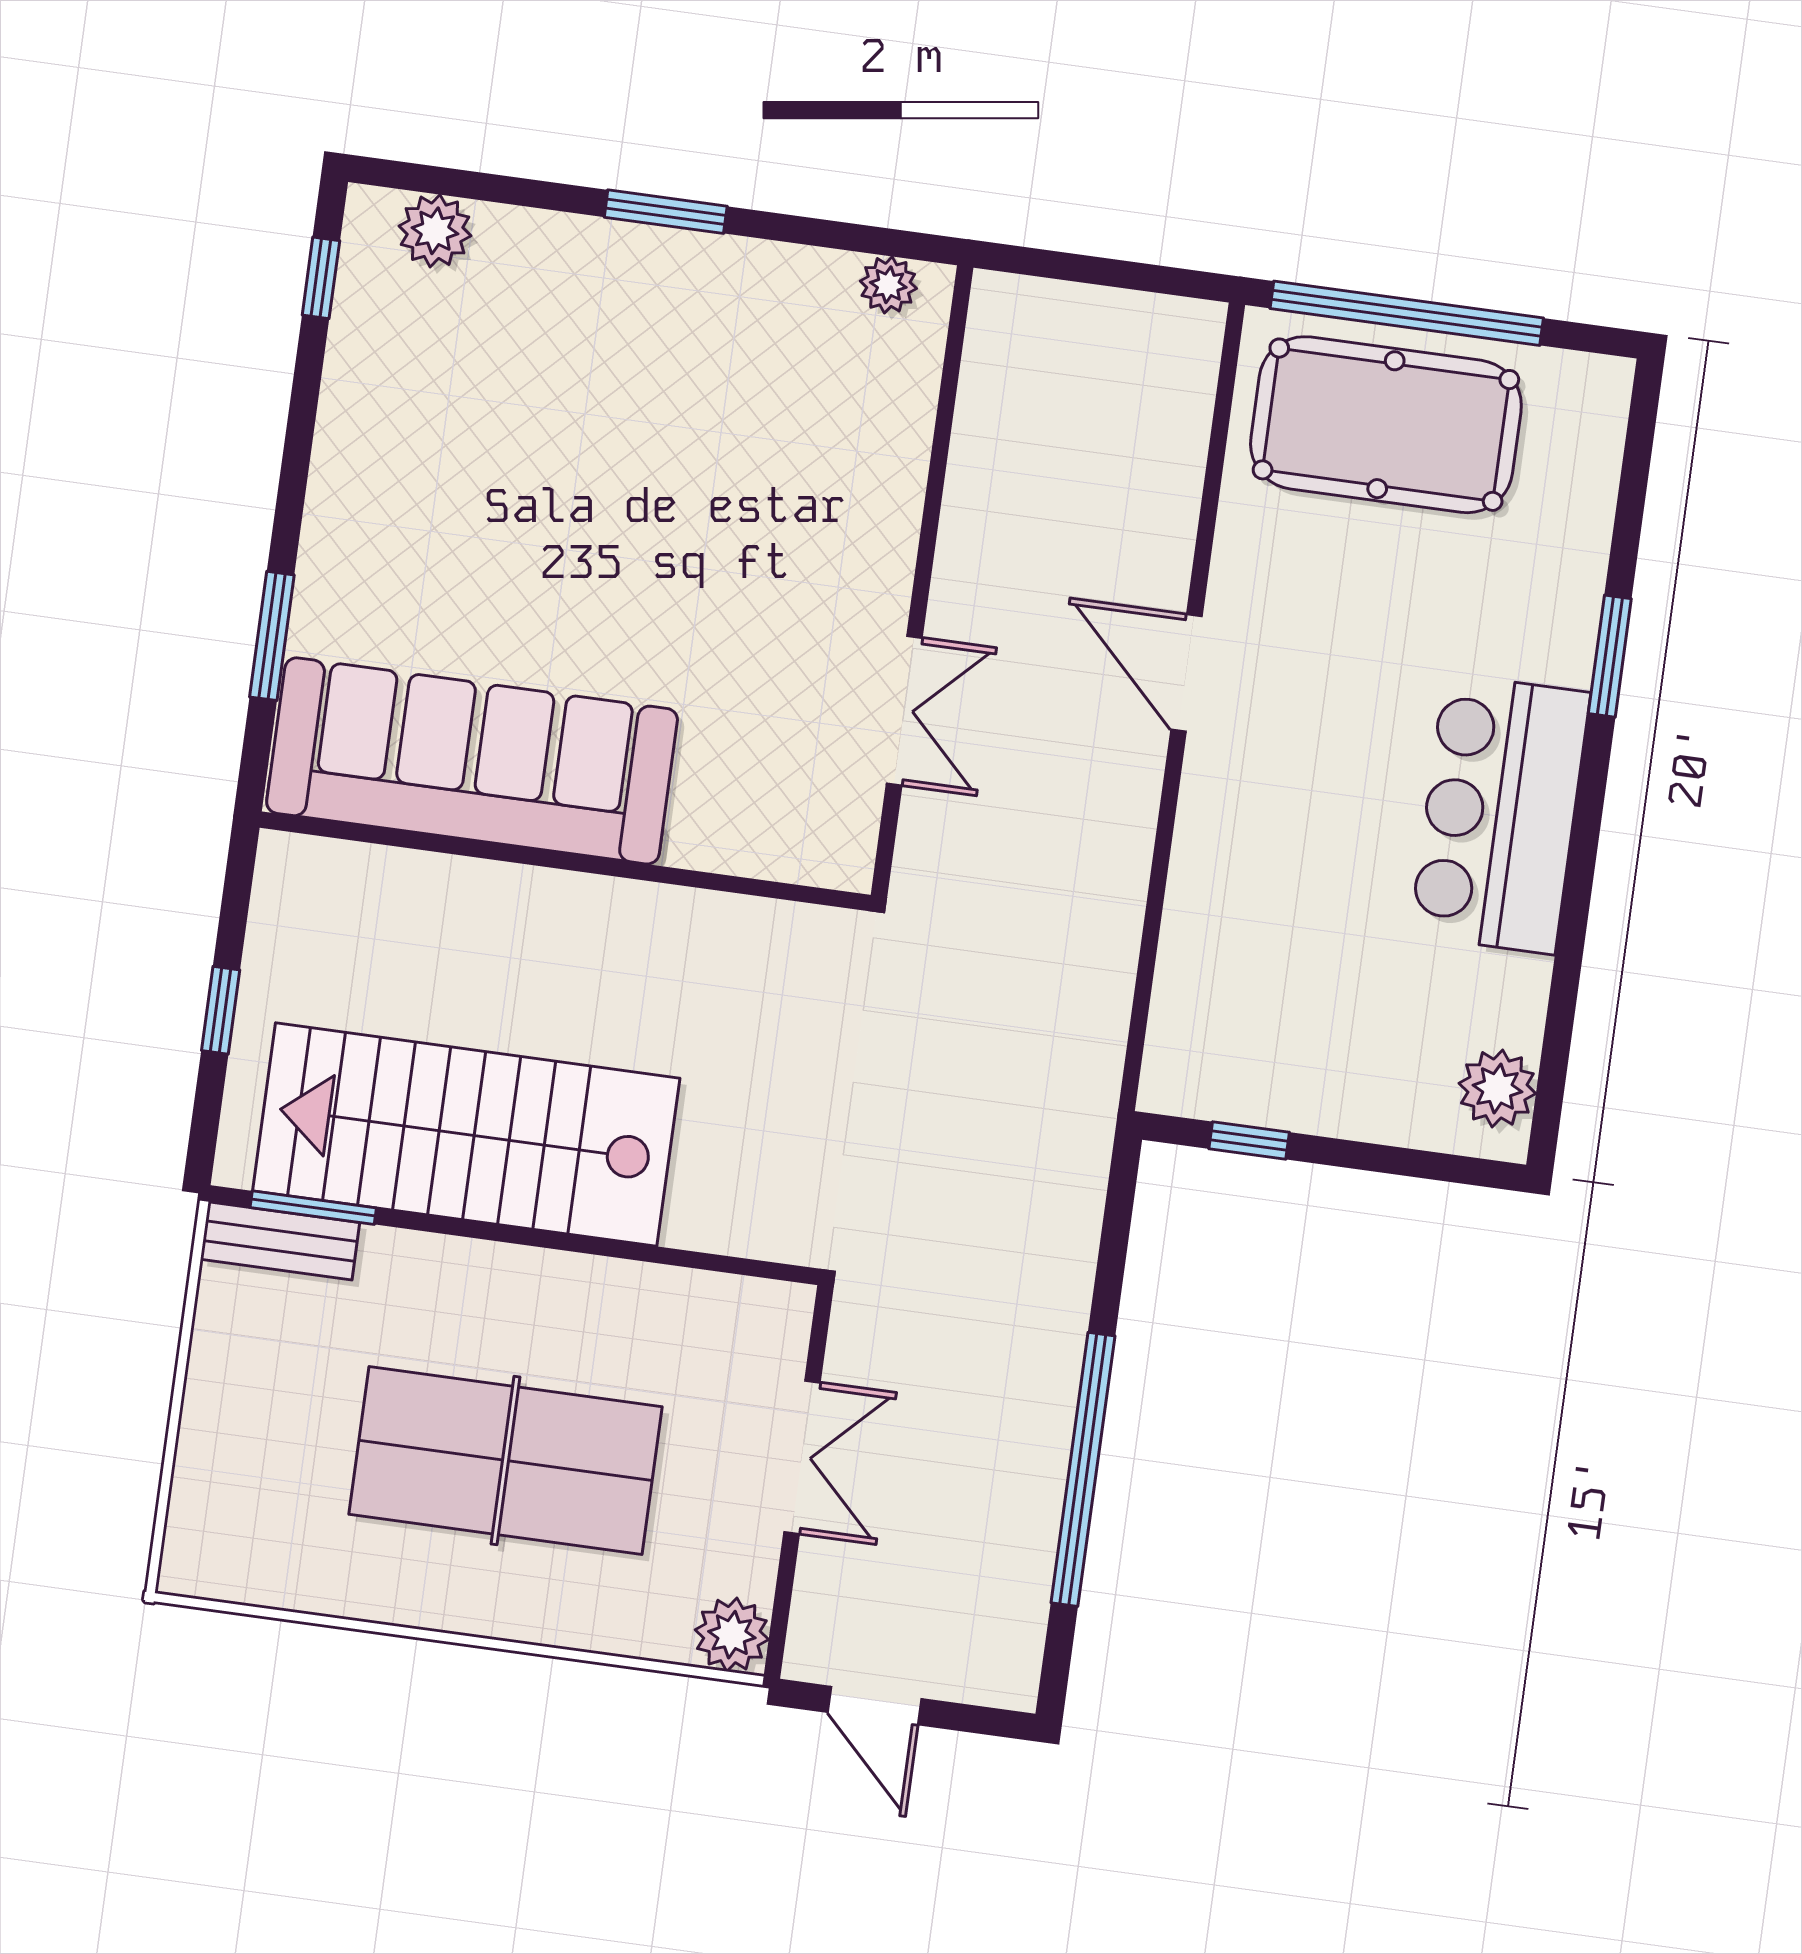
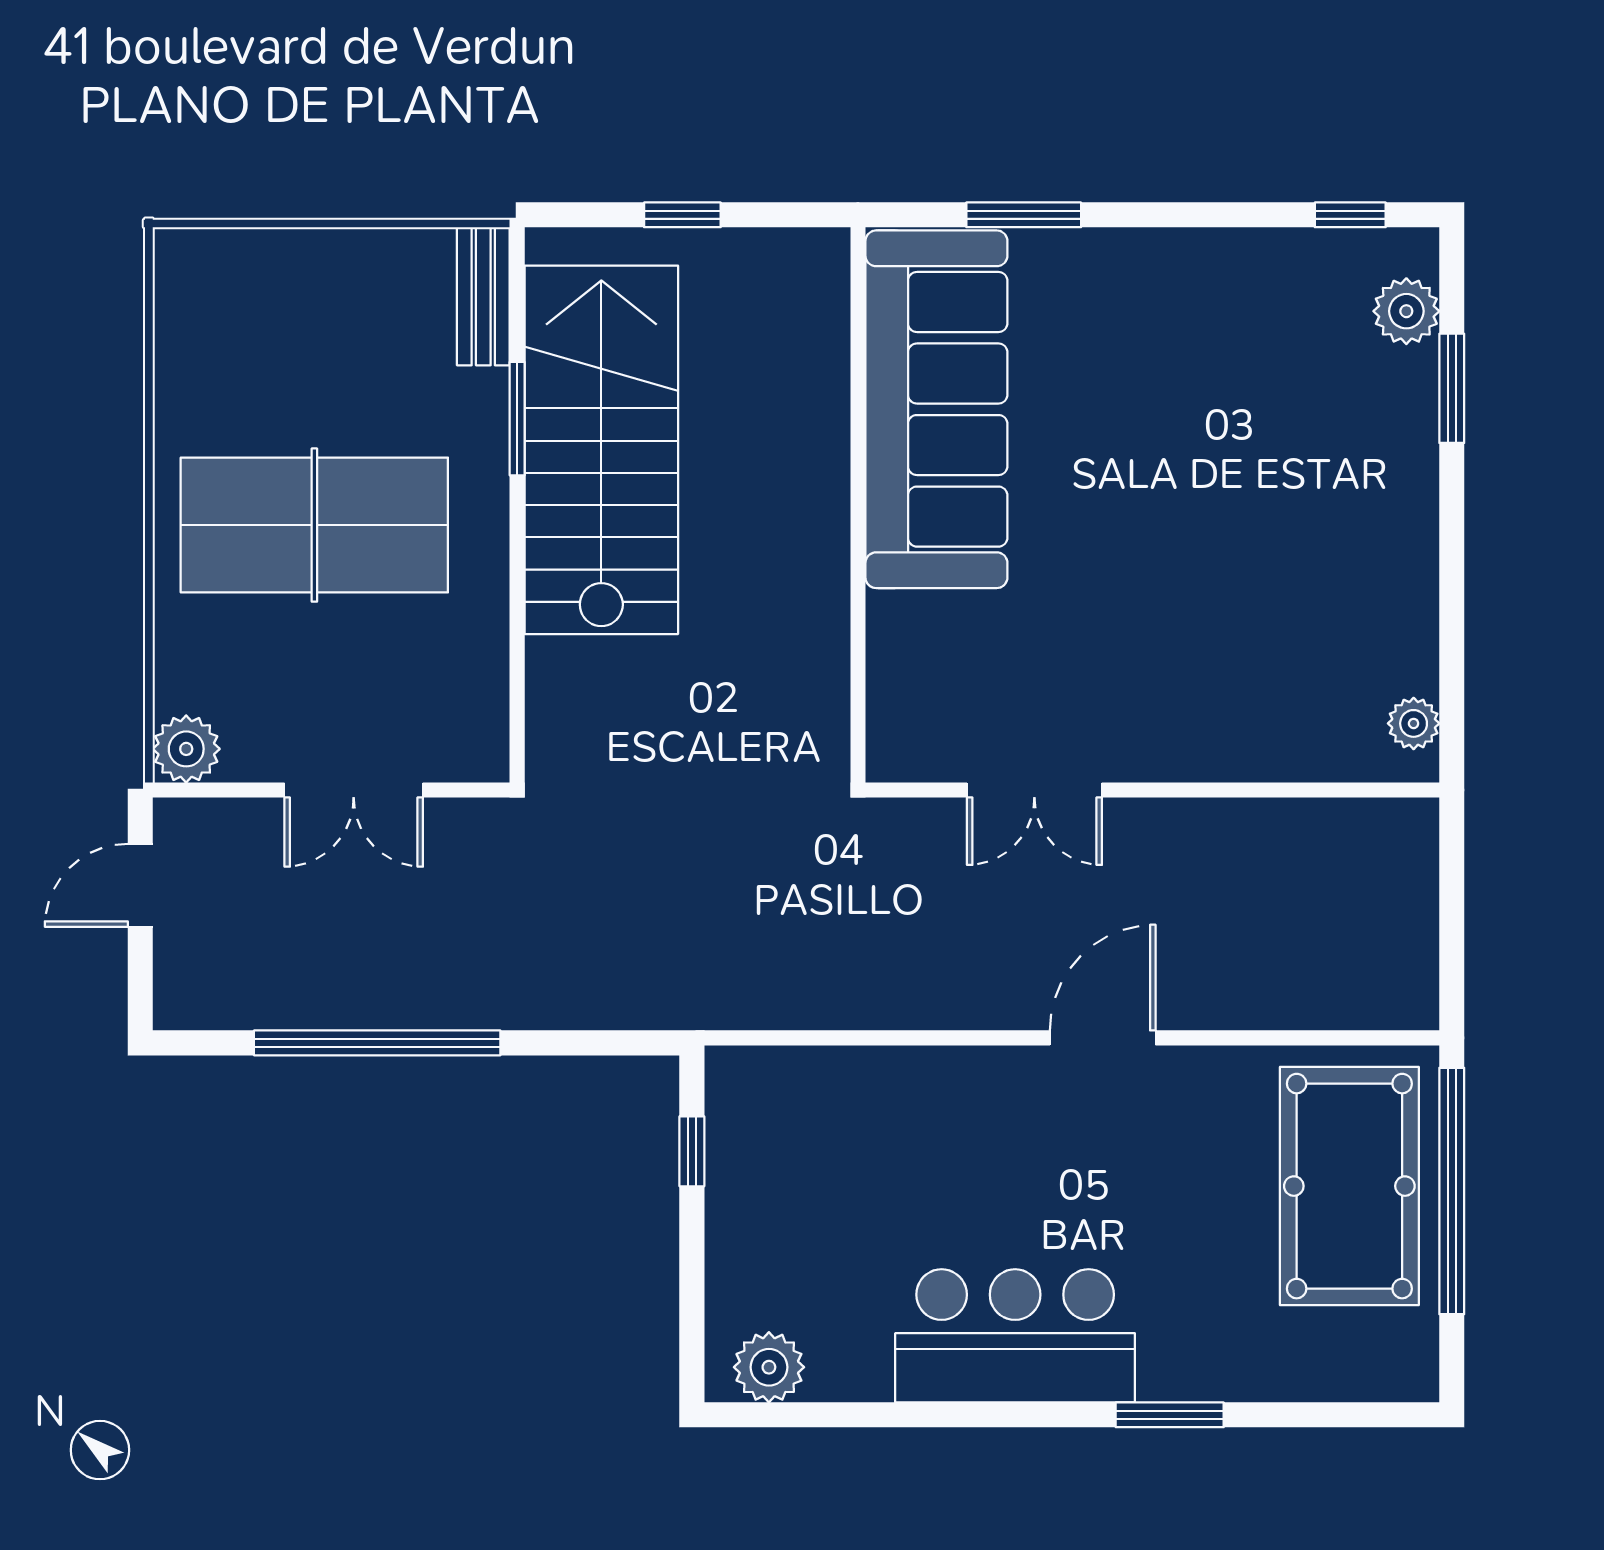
window: (666, 212) -> (1452, 388), moved
window: (313, 1208) -> (517, 419), moved
table tennis table: (506, 1461) -> (314, 525), turned 90

